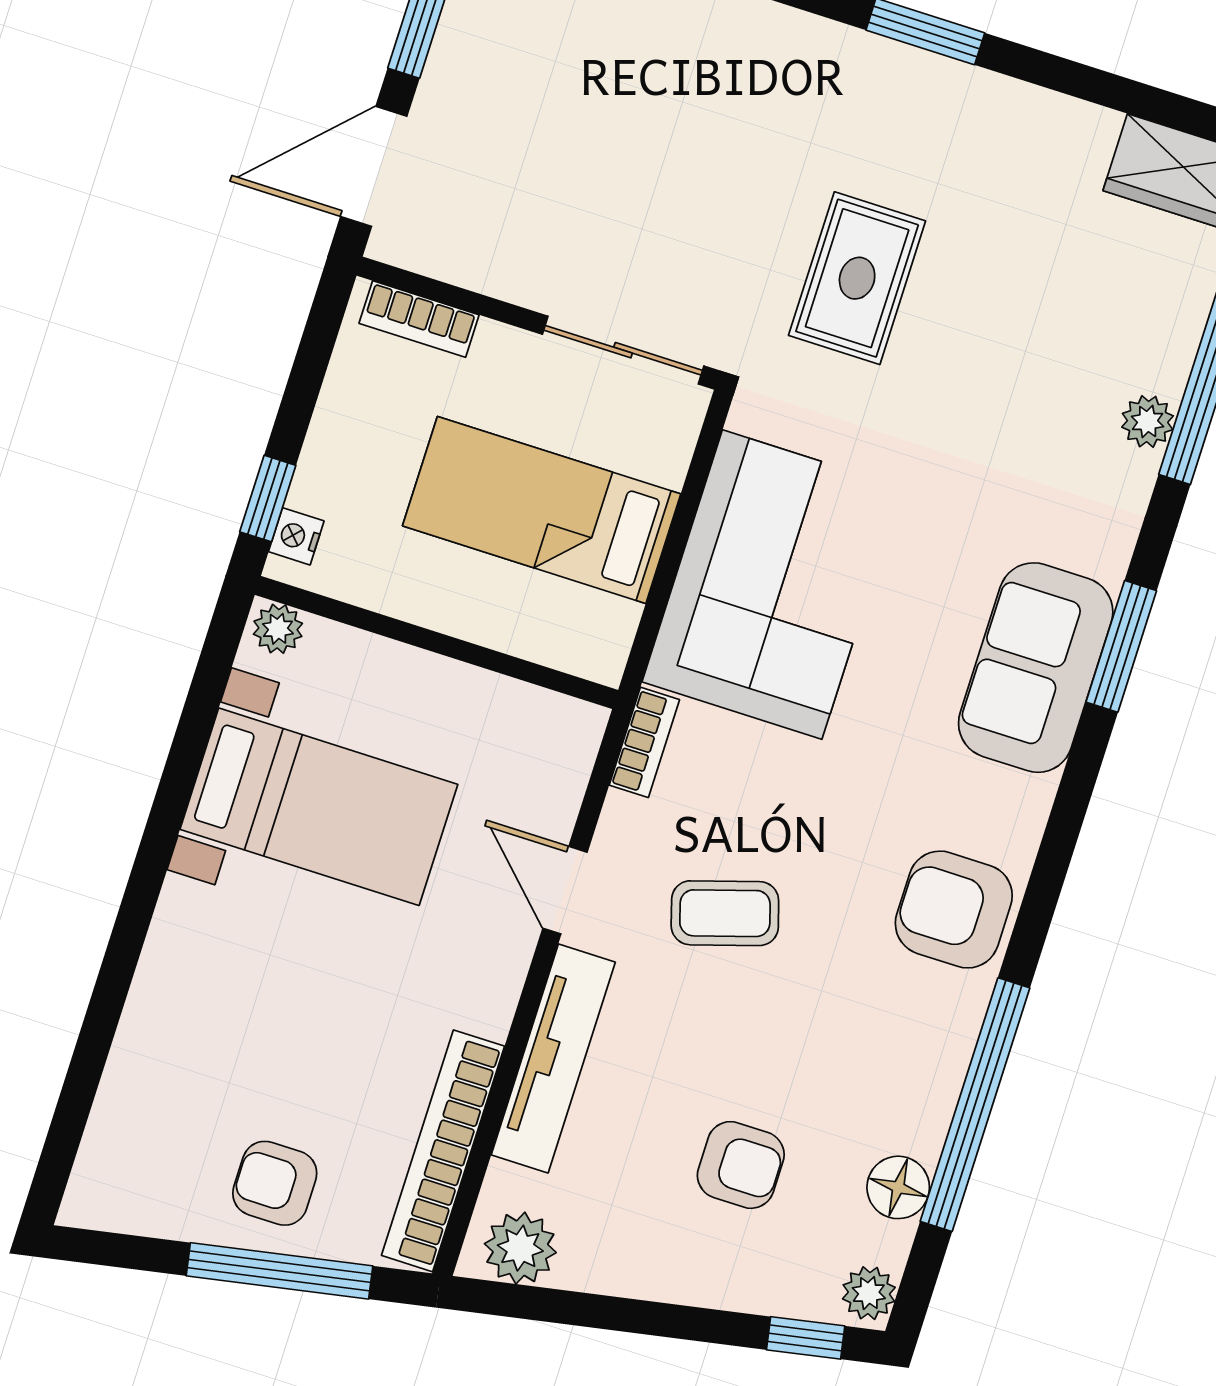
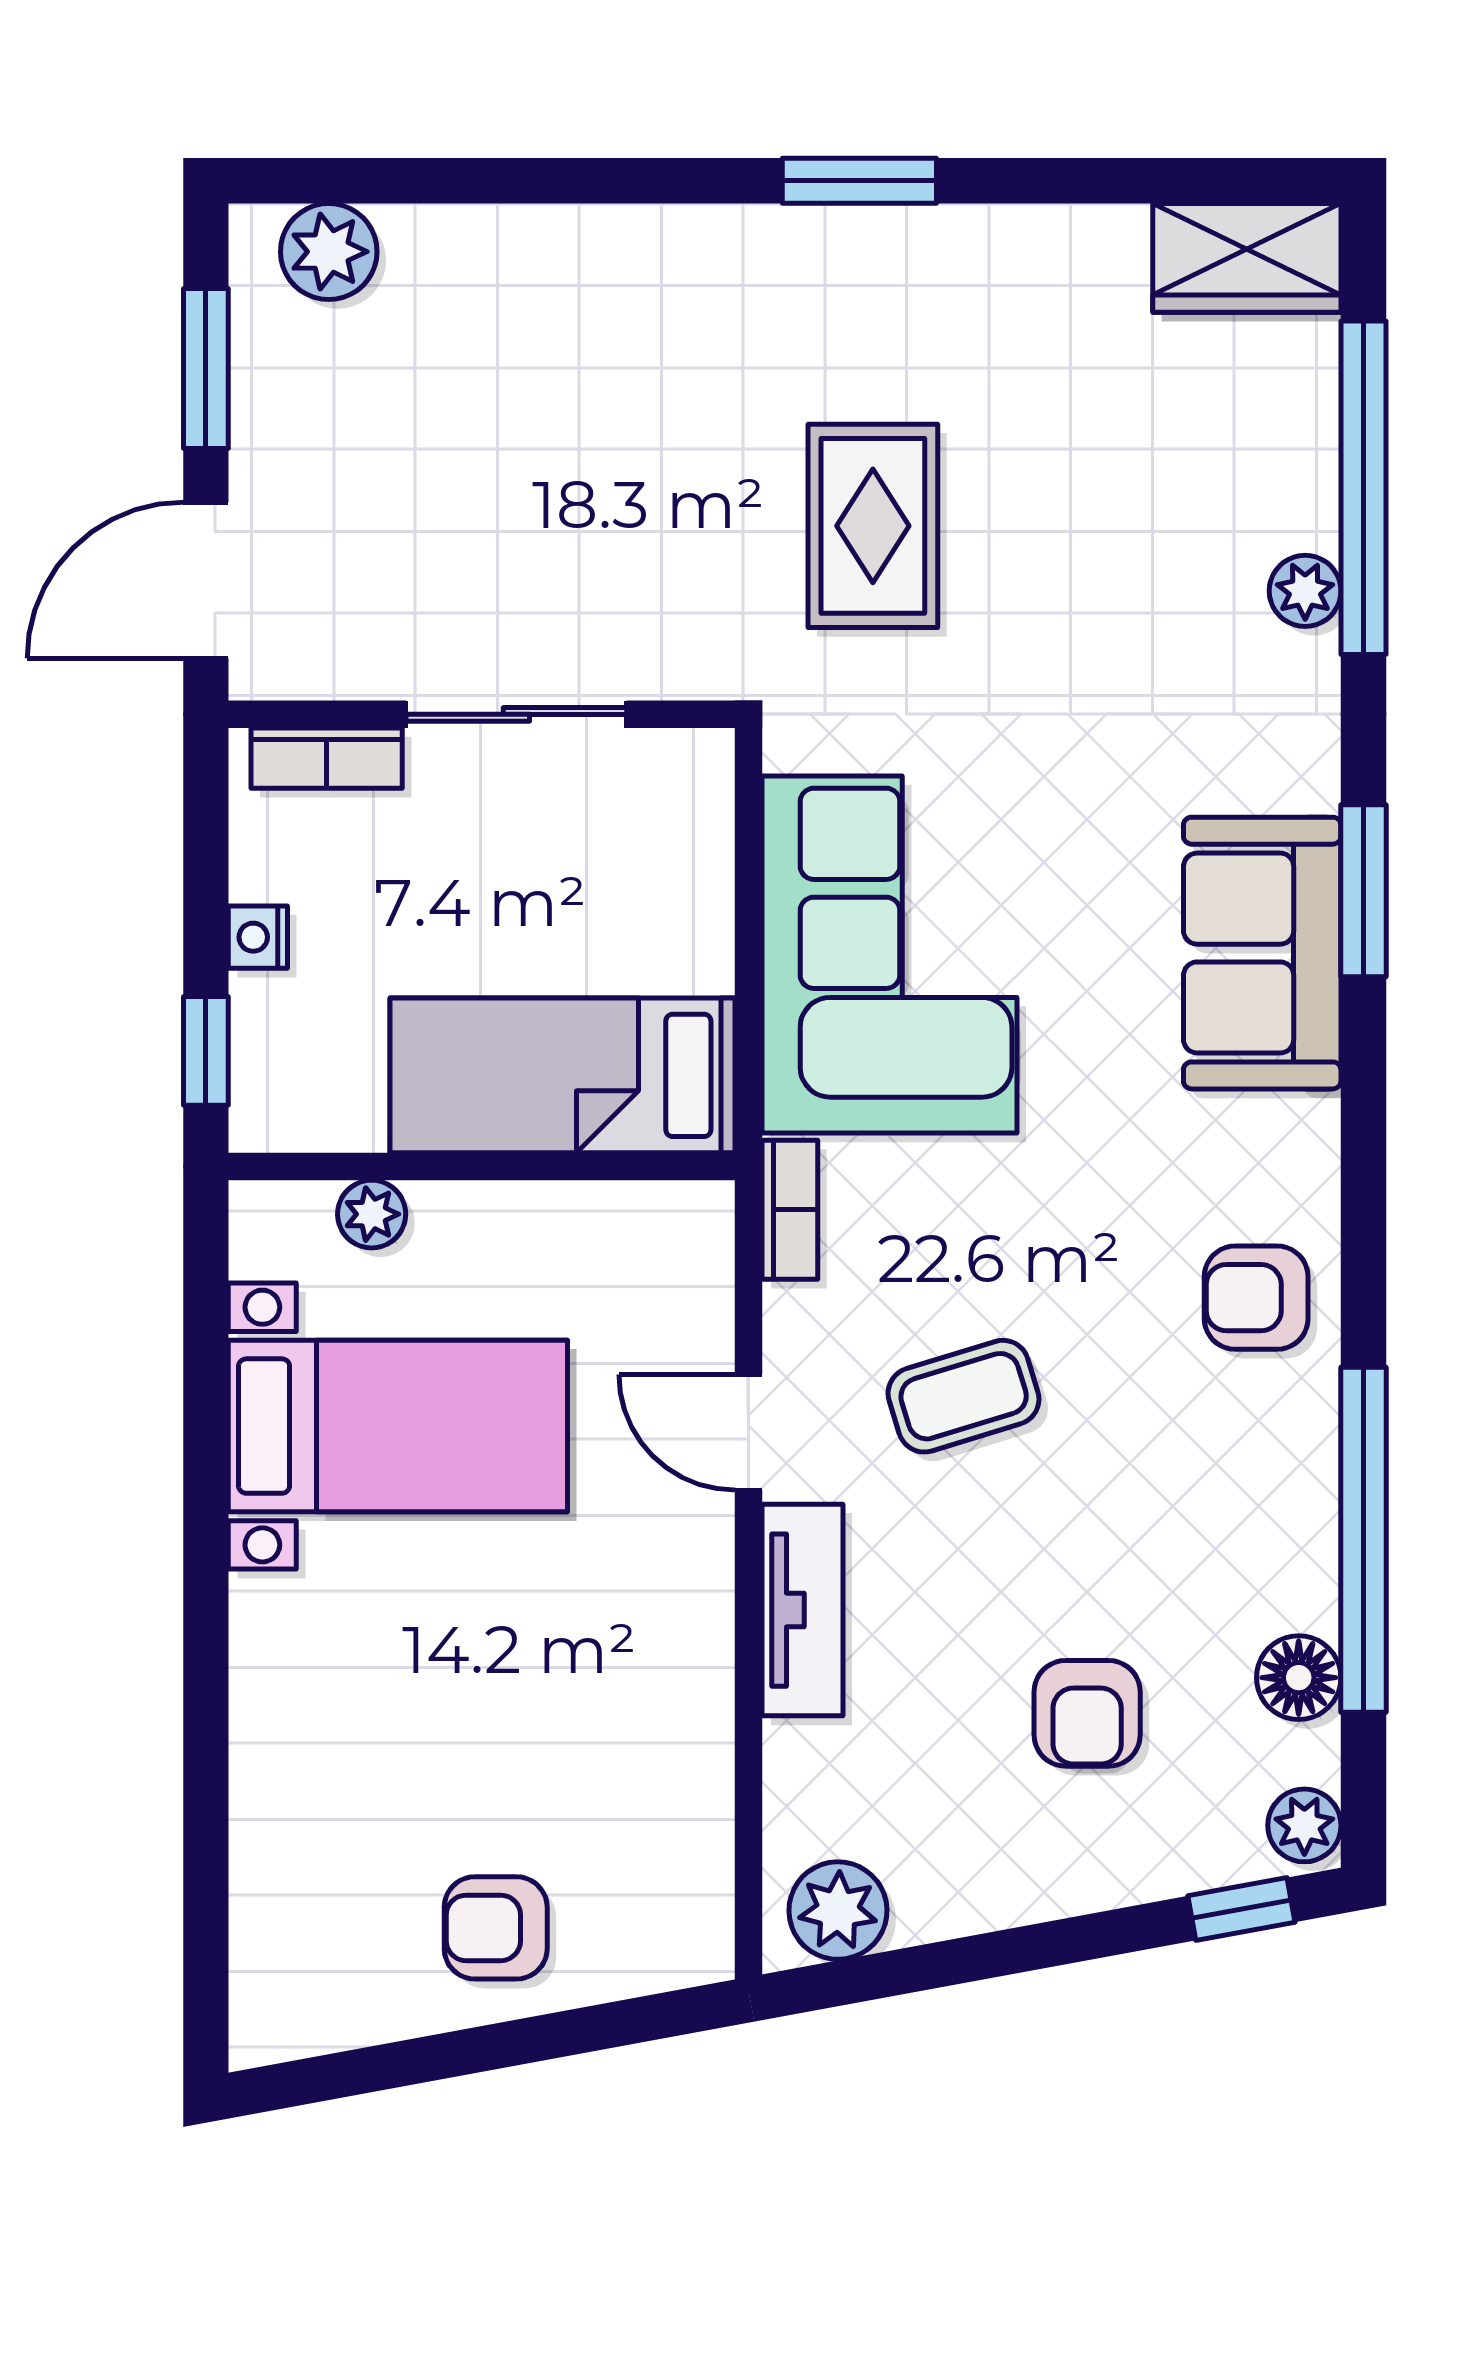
sliding door: (623, 350) -> (516, 714), moved
bed: (542, 510) -> (563, 1075), moved
nightstand: (296, 536) -> (258, 937), moved
plant: (278, 629) -> (372, 1214), moved
armchair: (954, 910) -> (1256, 1298), width x0.72, depth x0.72
tv unit: (553, 1059) -> (802, 1610), width x0.71
bookcase: (443, 1151) -> (699, 1817), removed
armchair: (741, 1165) -> (1087, 1713), turned 90
window: (279, 1271) -> (538, 2039), removed

